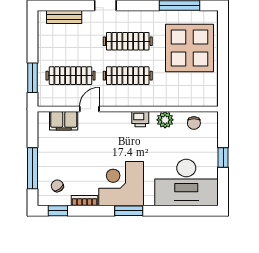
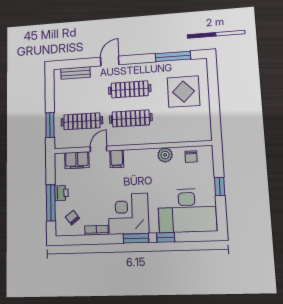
display table: (189, 48) -> (184, 92), width x0.73, depth x0.73
printer: (140, 119) -> (61, 193), moved, turned -90
filing cabinet: (110, 121) -> (117, 159), added
window: (58, 211) -> (166, 237), moved

